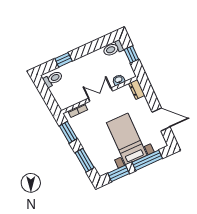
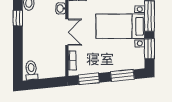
window: (63, 60) -> (18, 18), moved
double door: (100, 95) -> (67, 32), swing flipped

